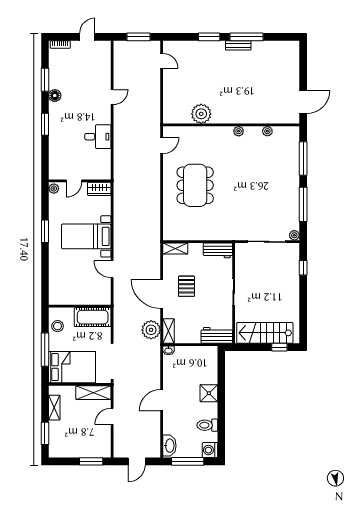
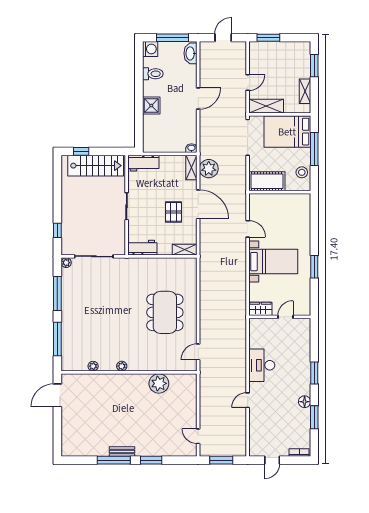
desk: (98, 137) -> (262, 365), width x1.37
plant: (54, 189) -> (306, 309), removed

